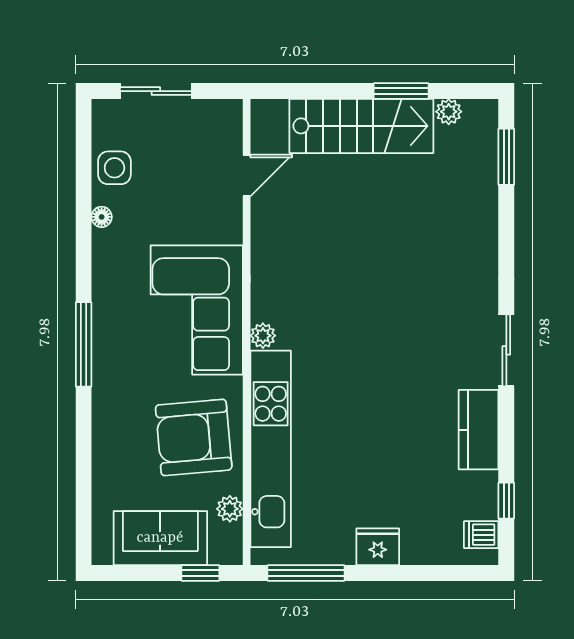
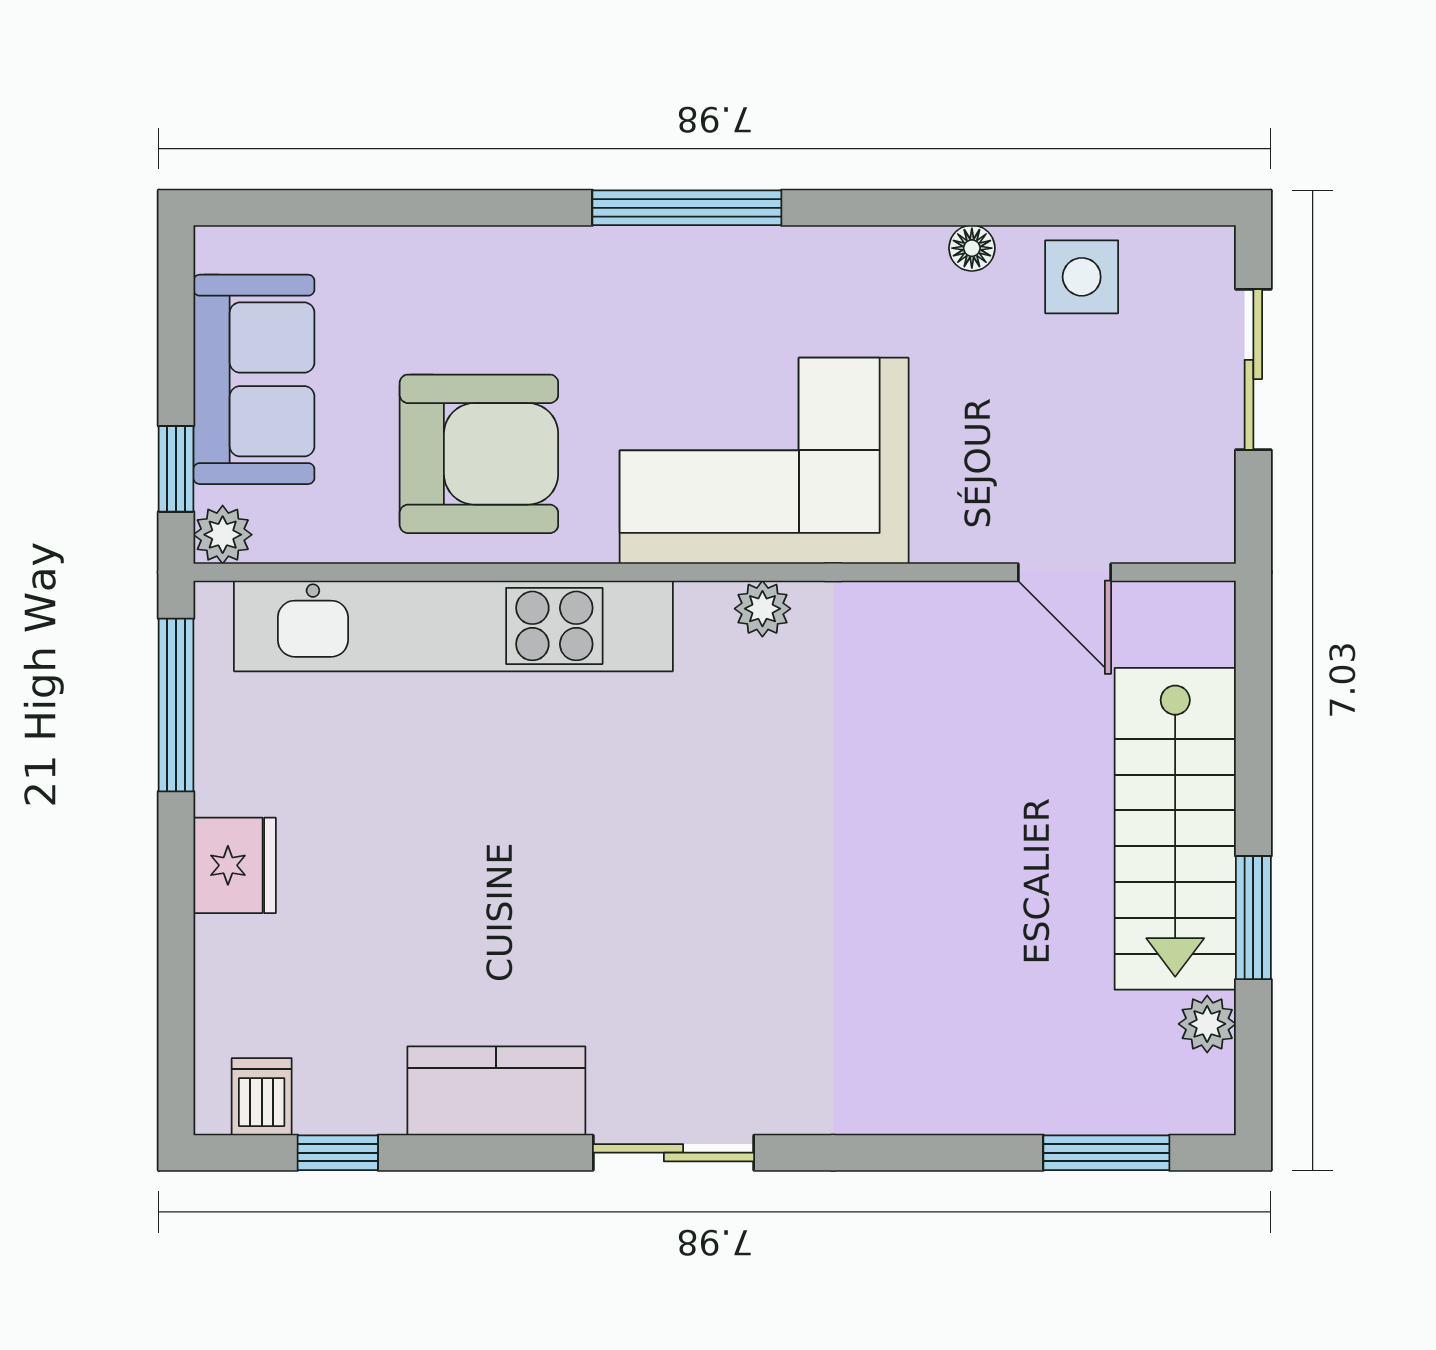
plant: (263, 336) -> (762, 609), moved
armchair: (194, 437) -> (479, 454), turned 95
plant: (230, 509) -> (223, 535), moved

